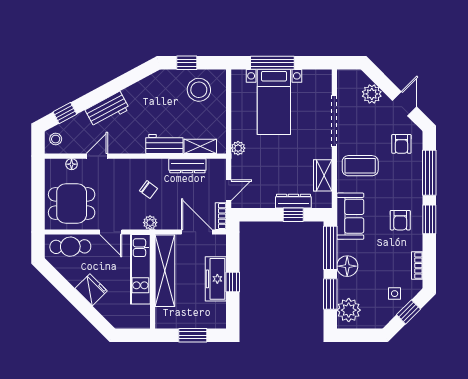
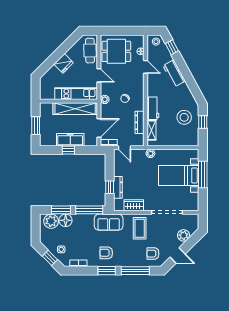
stool: (199, 90) -> (184, 117), moved
dining table: (72, 204) -> (116, 51), turned 90
door: (111, 232) -> (99, 75), swing flipped
floor lamp: (347, 266) -> (66, 220), moved

